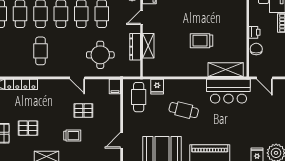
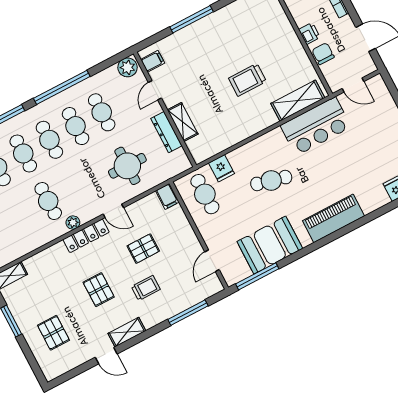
plant: (49, 72) -> (73, 223), added
locker: (21, 84) -> (86, 236), moved
pallet: (28, 128) -> (99, 290), moved, turned 90

